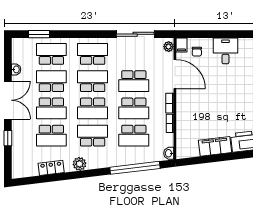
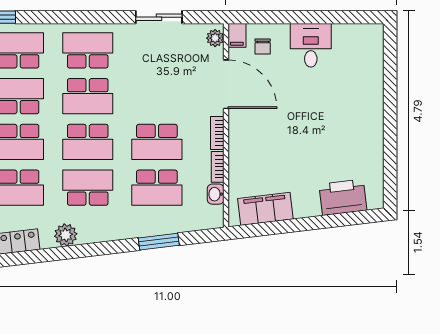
sliding door: (135, 34) -> (159, 17), width x0.73
school desk: (93, 81) -> (88, 96), turned 180
school desk: (134, 81) -> (157, 96), removed
filing cabinet: (215, 146) -> (265, 209), moved
washbasin: (169, 153) -> (216, 194), moved
window: (135, 168) -> (159, 242), width x0.47

